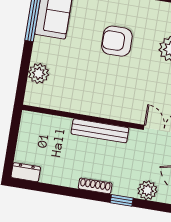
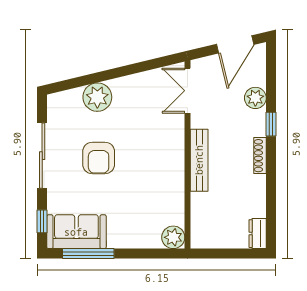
plant: (39, 73) -> (173, 237), moved

